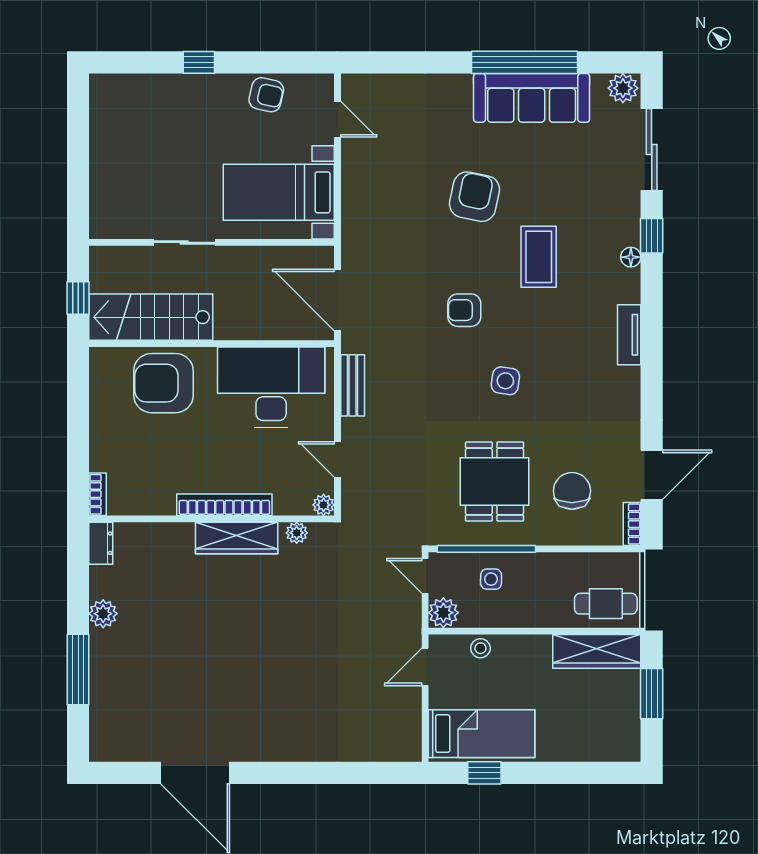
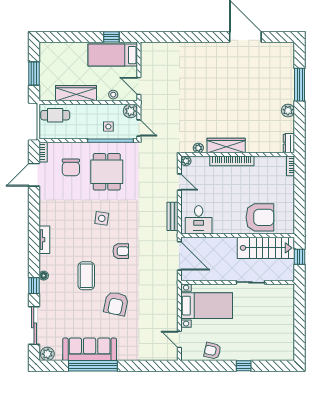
desk: (271, 387) -> (199, 220), width x0.53, depth x0.77
wardrobe: (597, 651) -> (76, 93), moved
door: (425, 667) -> (139, 86), swing flipped

